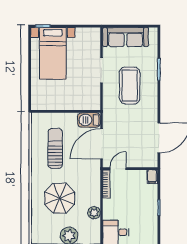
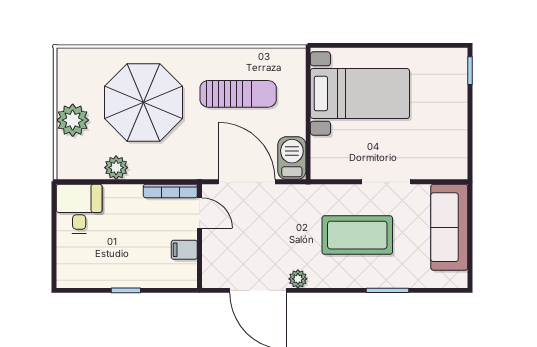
bed with nightstands: (53, 53) -> (360, 93), moved, turned 180
plant: (153, 117) -> (298, 279), added
filing cabinet: (152, 177) -> (184, 250), moved
parasol: (60, 198) -> (144, 102), width x1.36, depth x1.36

